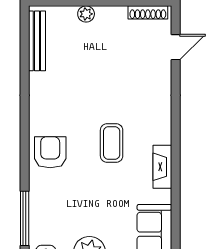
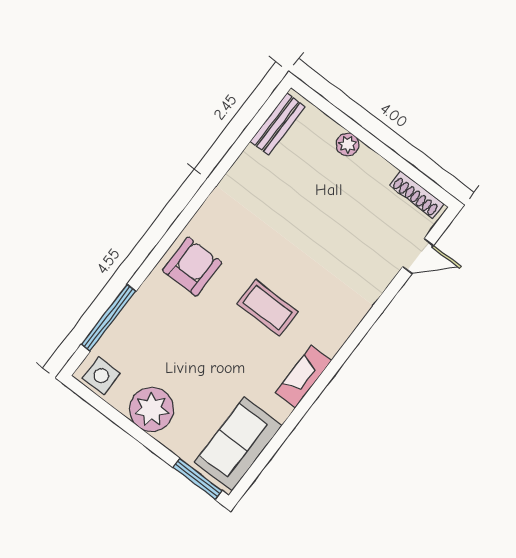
bench: (37, 41) -> (278, 124), width x0.73
coffee table: (112, 143) -> (267, 308), turned 90

